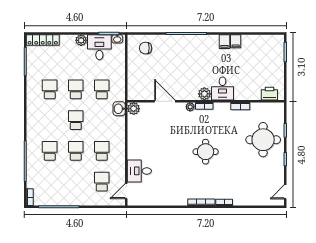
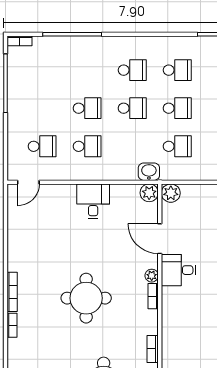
desk: (223, 89) -> (178, 270), moved
plant: (204, 94) -> (171, 193), moved
door: (165, 101) -> (160, 239), swing flipped
school desk: (50, 151) -> (132, 70), moved
round table: (206, 152) -> (86, 298), width x1.36, depth x1.36
desk: (139, 171) -> (93, 201), moved
door: (126, 191) -> (28, 182), swing flipped

